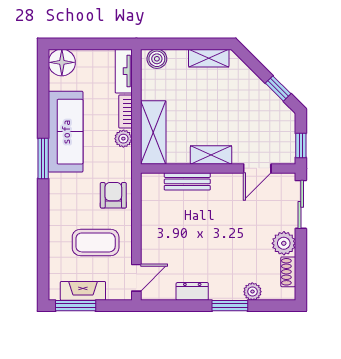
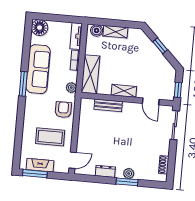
shelving: (209, 58) -> (115, 32), moved
window: (278, 88) -> (160, 46), moved
plant: (123, 139) -> (71, 88), moved
door: (257, 168) -> (151, 101), hinge flipped
plant: (284, 243) -> (163, 147), removed
plant: (252, 292) -> (129, 173), moved

